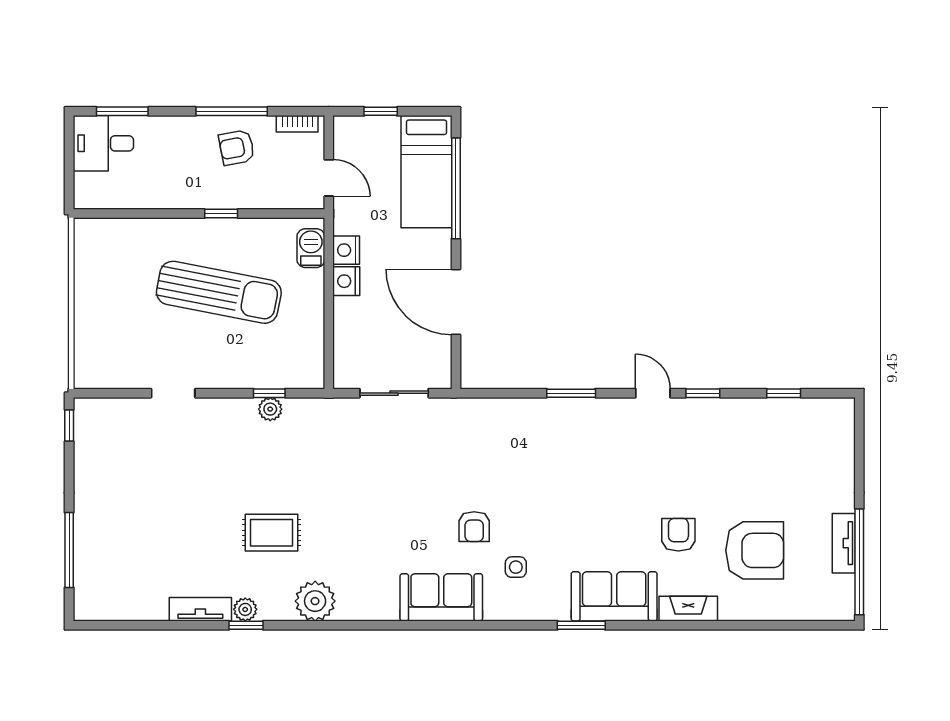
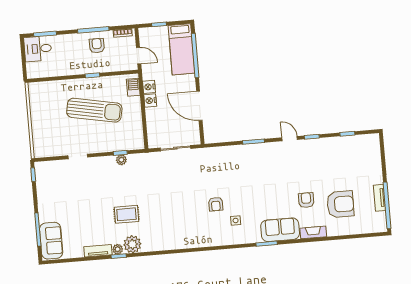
armchair: (237, 147) -> (97, 46), turned 101
sofa: (441, 597) -> (51, 241), moved, turned 90
plant: (315, 601) -> (132, 244), moved

